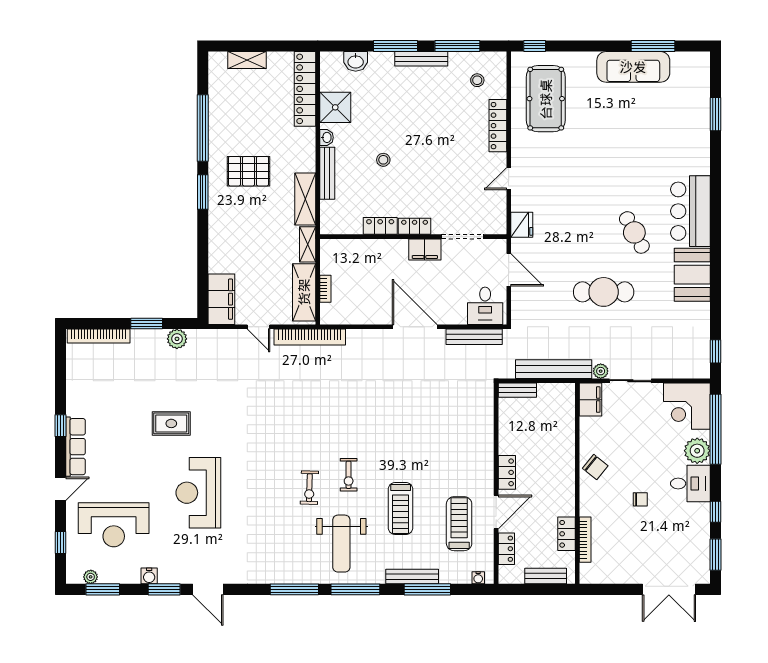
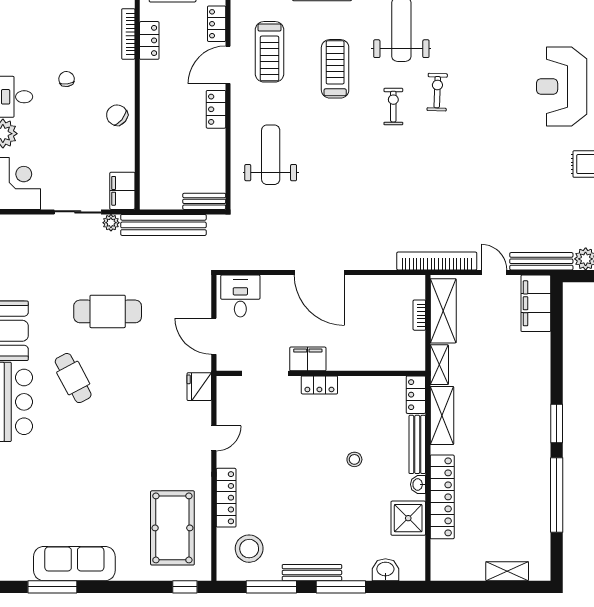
stool: (477, 80) -> (249, 549), width x1.89, depth x1.89
locker: (305, 89) -> (442, 497), moved
pallet: (248, 171) -> (505, 447), removed
locker: (380, 226) -> (416, 395), moved, turned 90
bench: (474, 337) -> (541, 261), moved
weight bench: (458, 432) -> (271, 155), added
reception desk: (198, 493) -> (562, 86), turned 180
chair: (640, 499) -> (67, 79), turned 83

